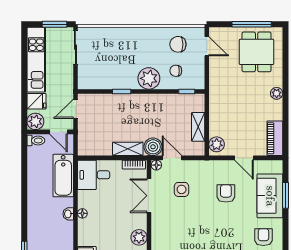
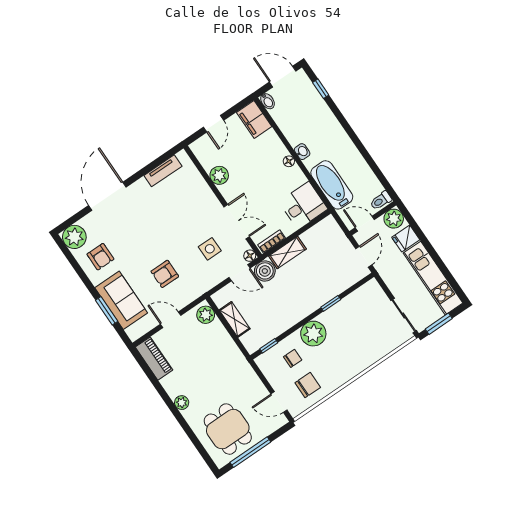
armchair: (226, 193) -> (165, 274), turned 90

